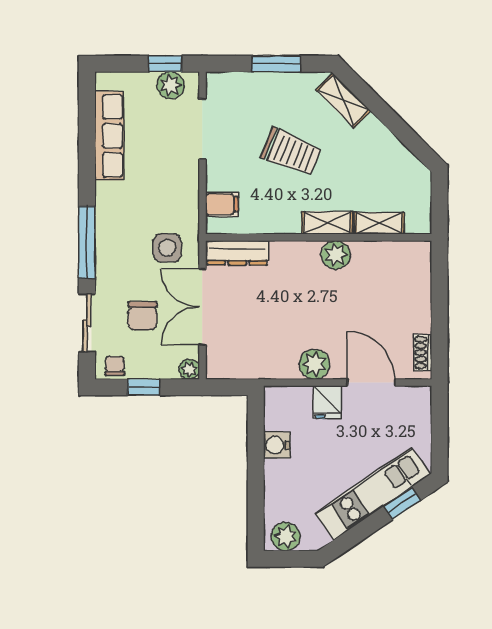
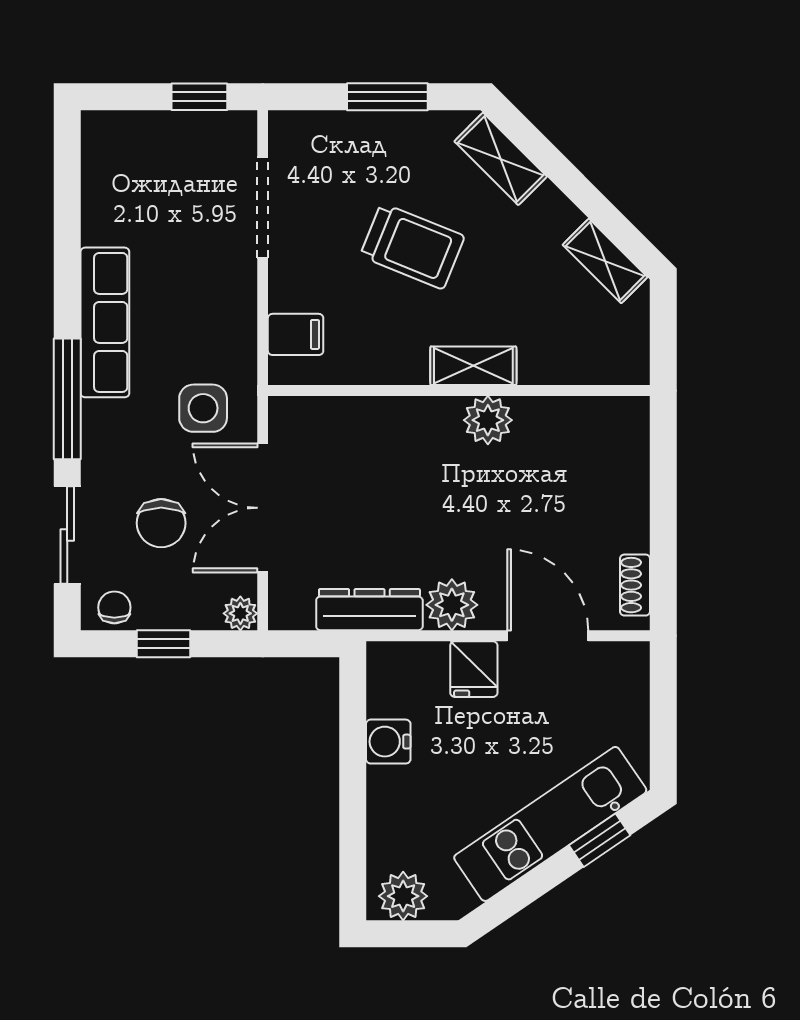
plant: (171, 85) -> (209, 133), removed
row of seats: (109, 136) -> (105, 322), moved
shelving: (379, 223) -> (605, 261), moved, turned 45
dresser: (237, 253) -> (369, 610), moved, turned 180

